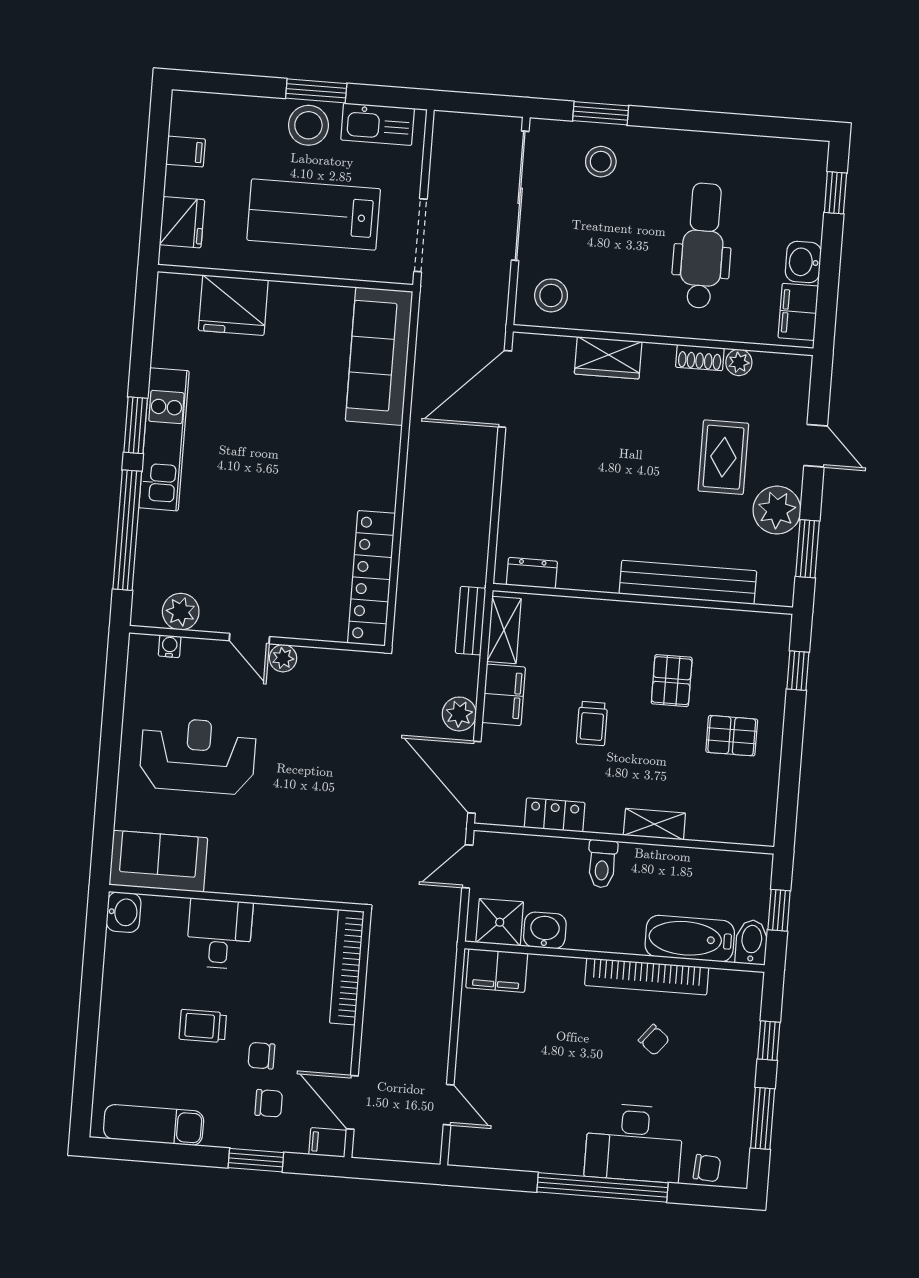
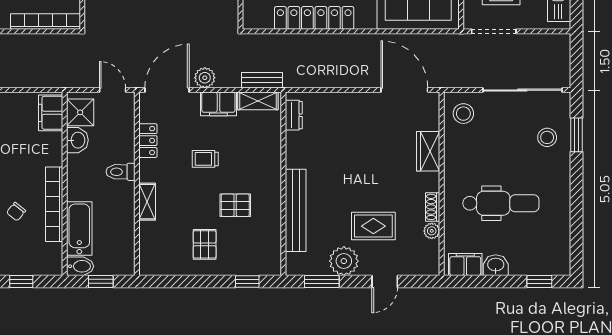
locker: (371, 578) -> (314, 18), moved

